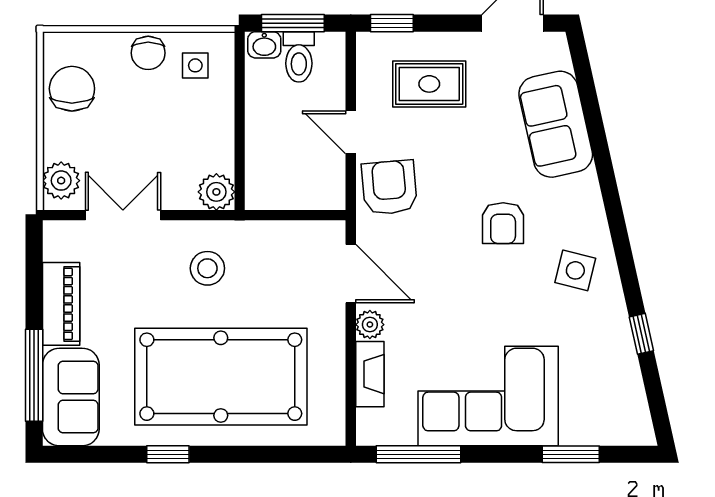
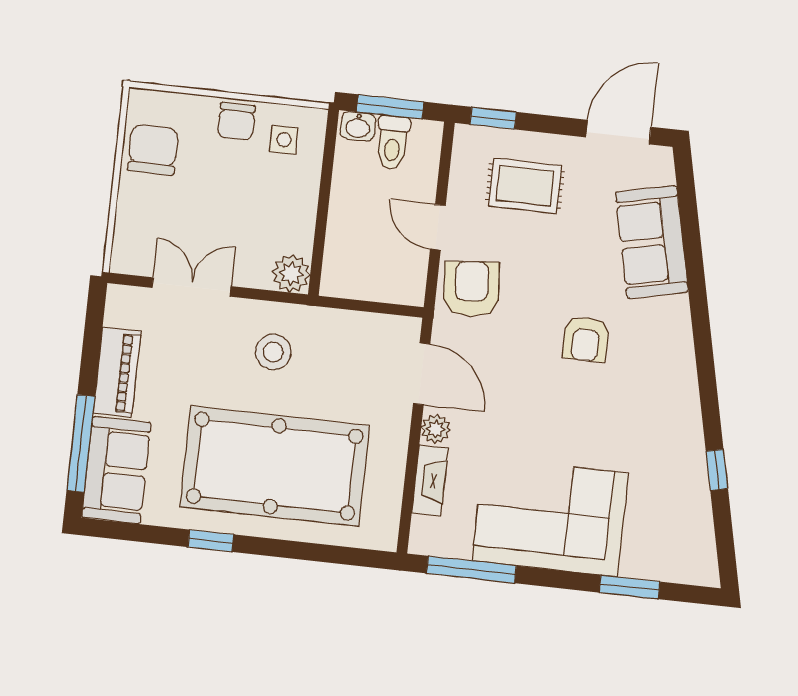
plant: (61, 181) -> (131, 244), removed
side table: (575, 270) -> (655, 396), removed

